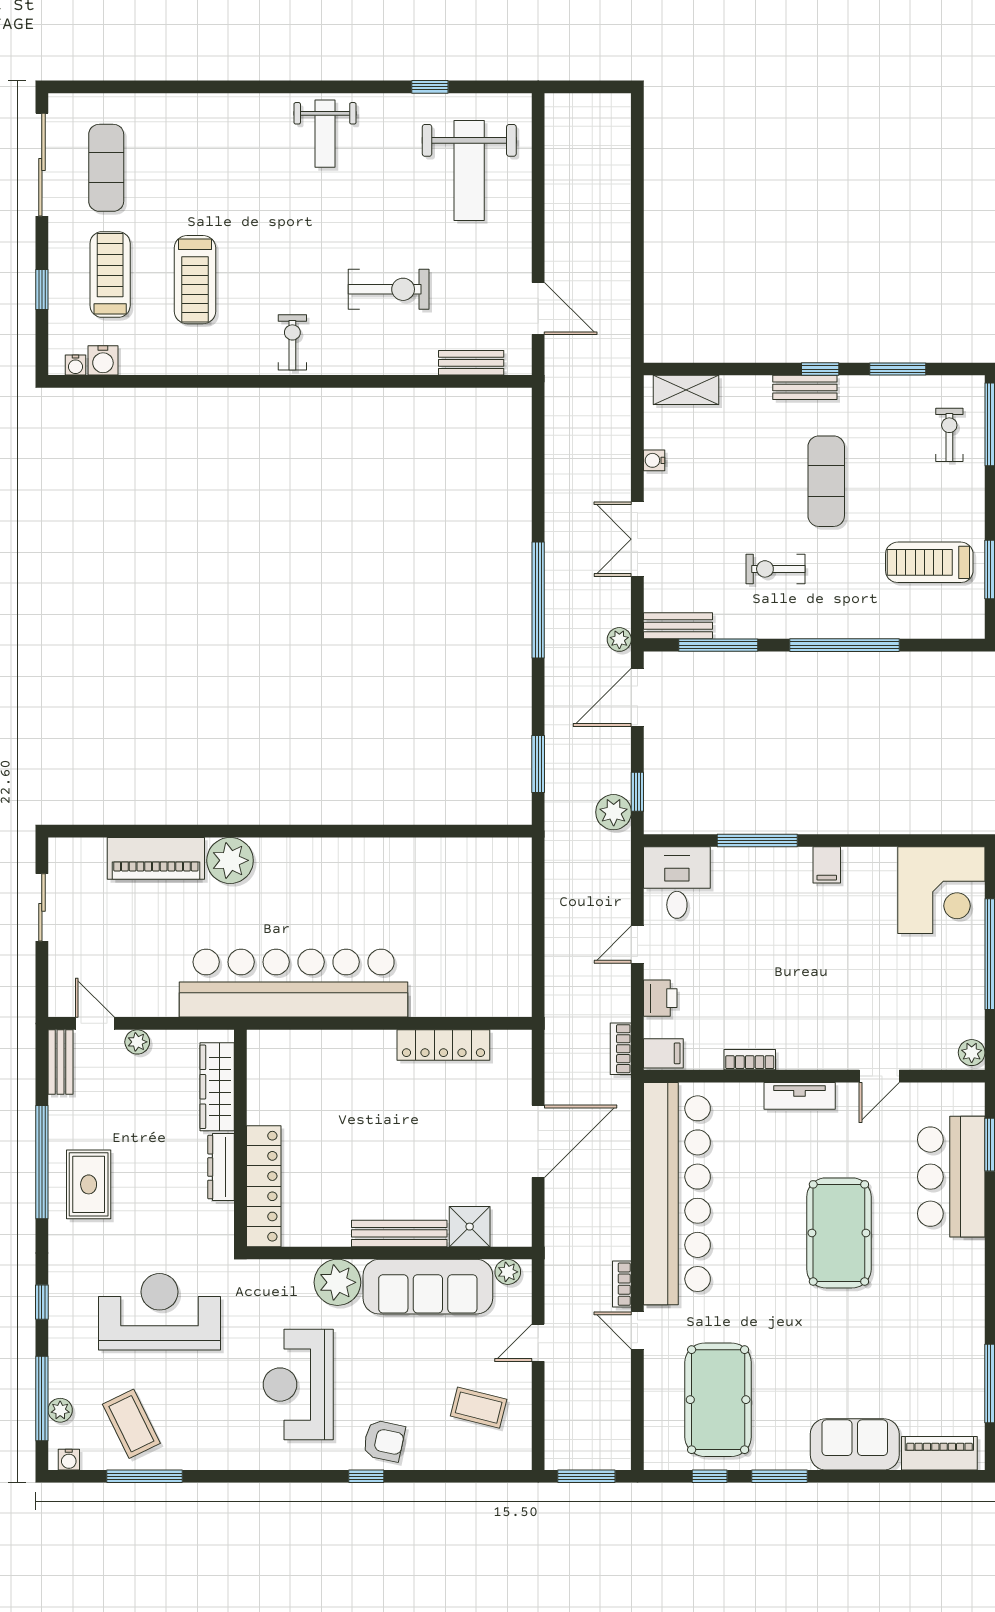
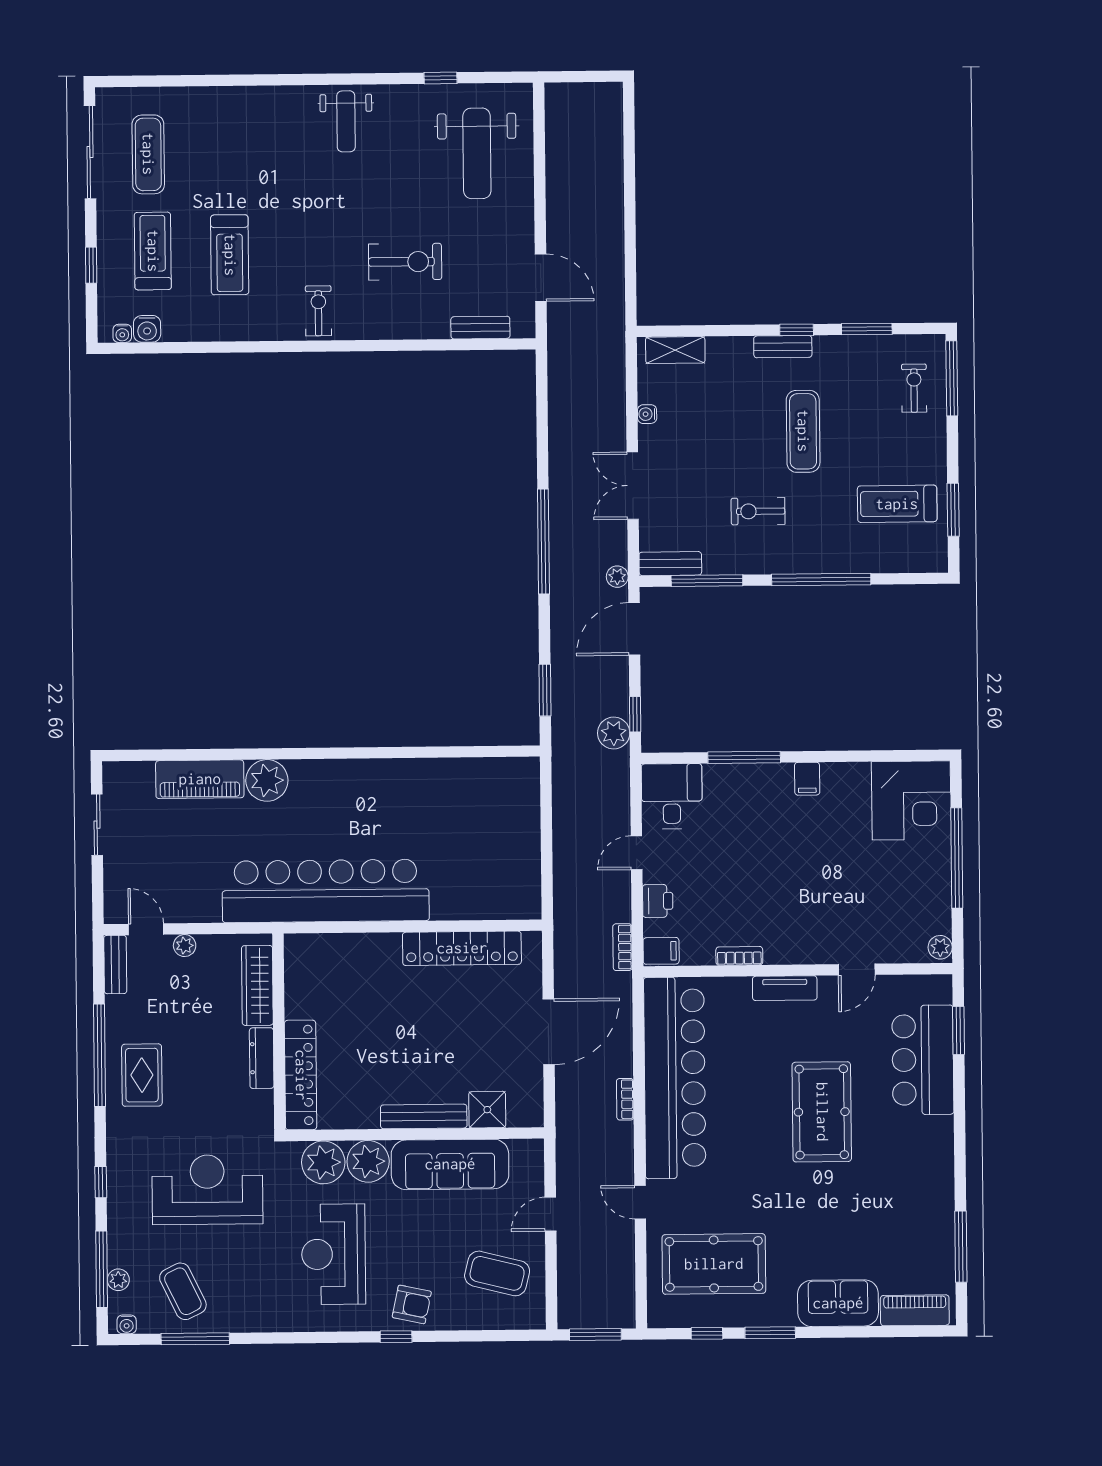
locker: (443, 1045) -> (462, 948), width x1.41, depth x1.21
plant: (508, 1272) -> (323, 1162), moved, width x1.88, depth x1.88
bookcase: (622, 1284) -> (625, 1099), moved
pool table: (718, 1400) -> (714, 1264), turned 90
coffee table: (479, 1408) -> (497, 1273), width x1.36, depth x1.30

